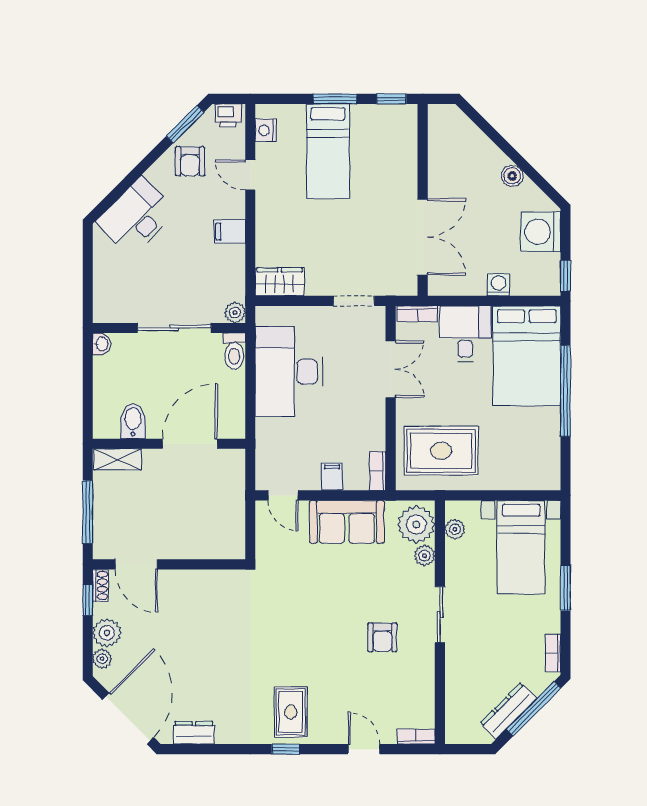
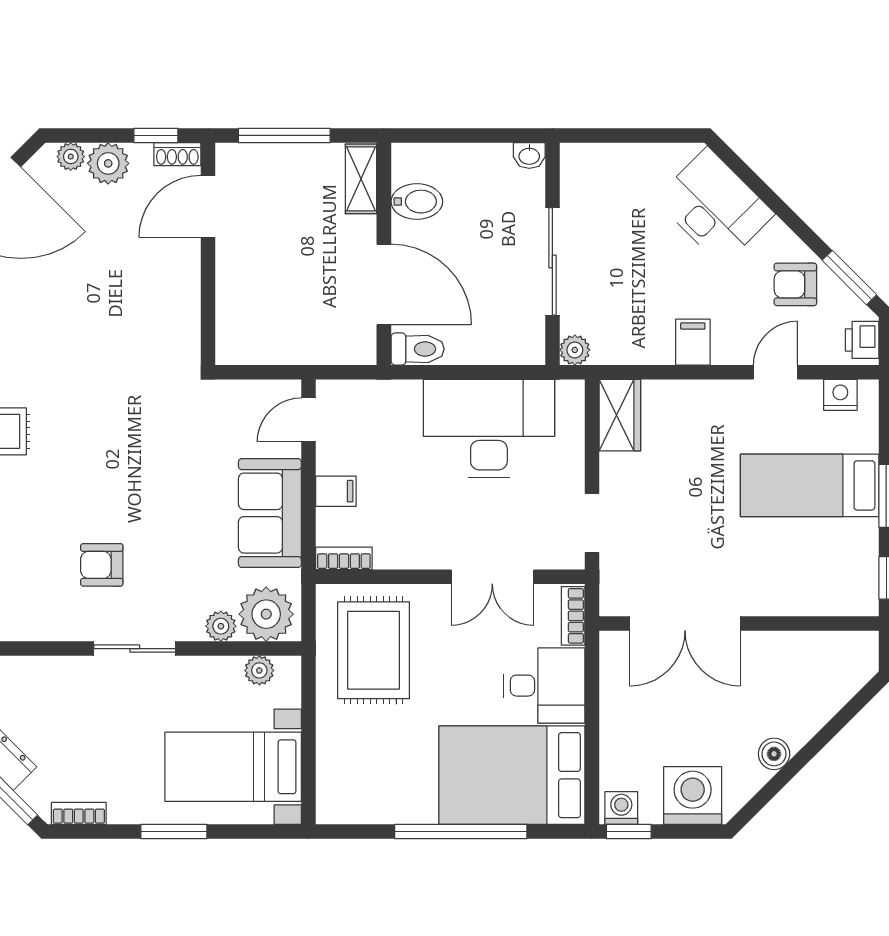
washing machine: (498, 285) -> (621, 808), moved, turned -90
toilet: (234, 351) -> (418, 349), moved, turned 180

